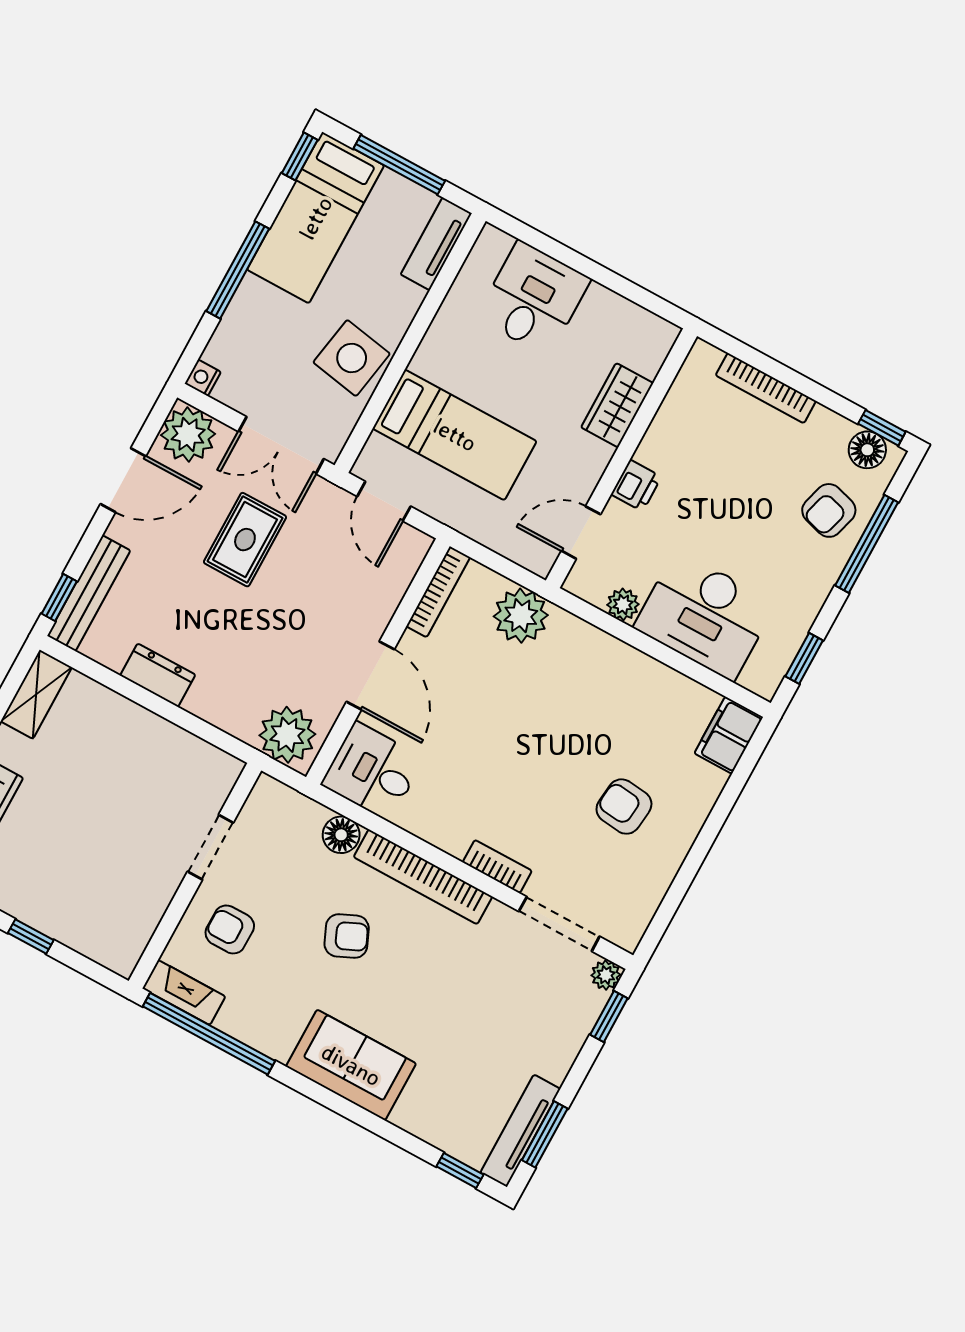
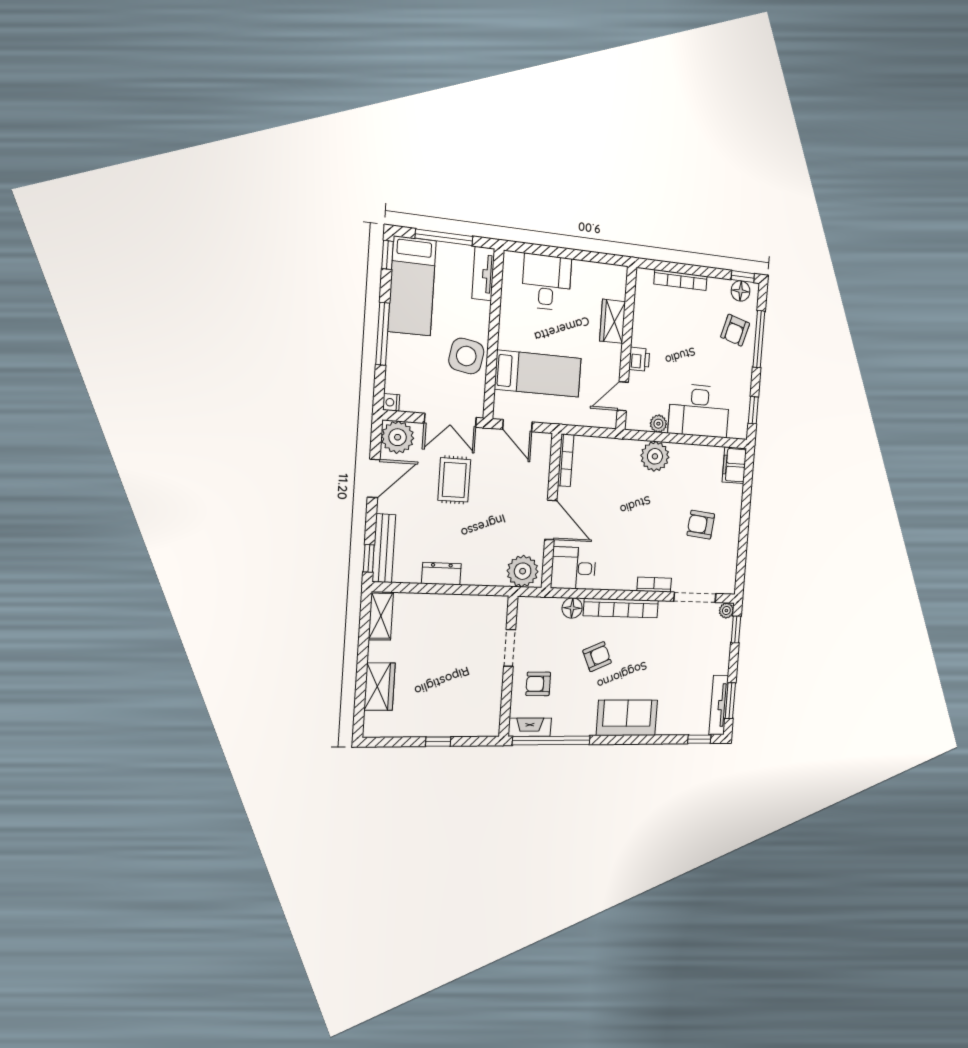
plant: (521, 616) -> (655, 456), moved

